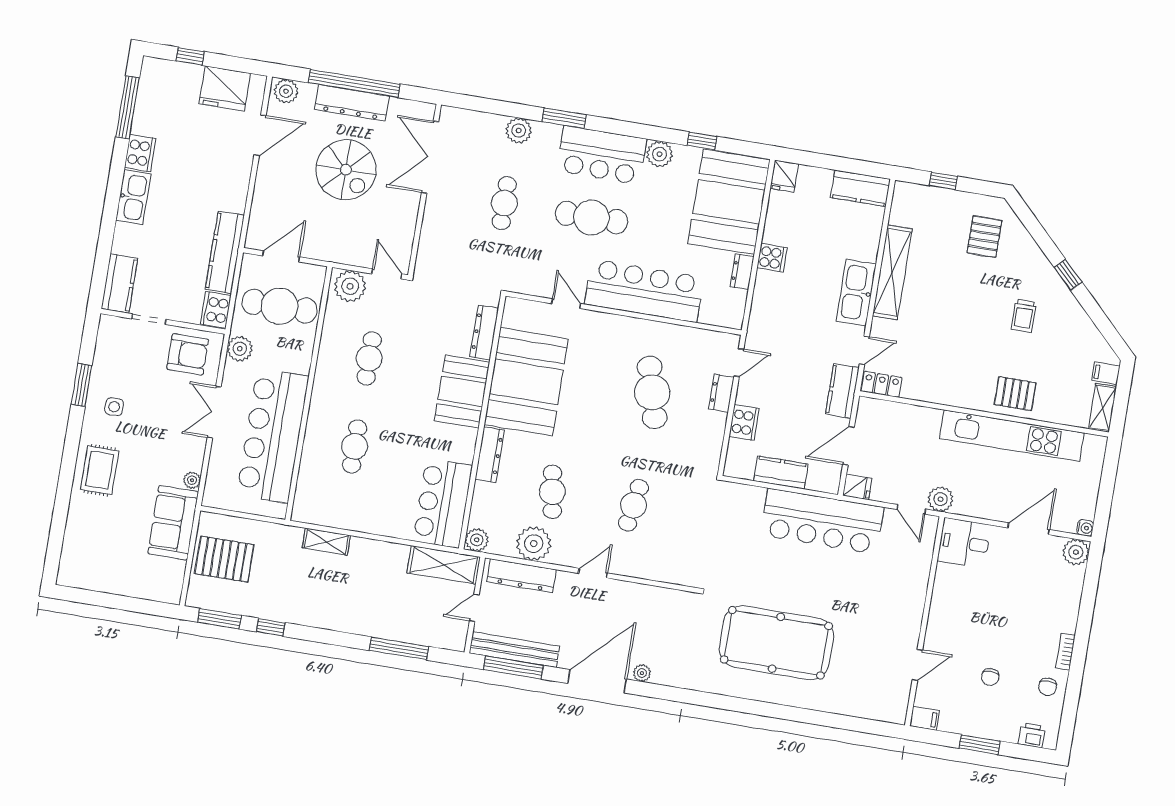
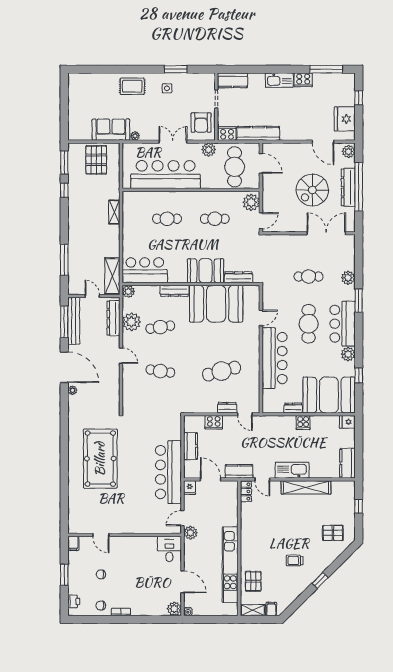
pallet: (1015, 394) -> (253, 581), moved

